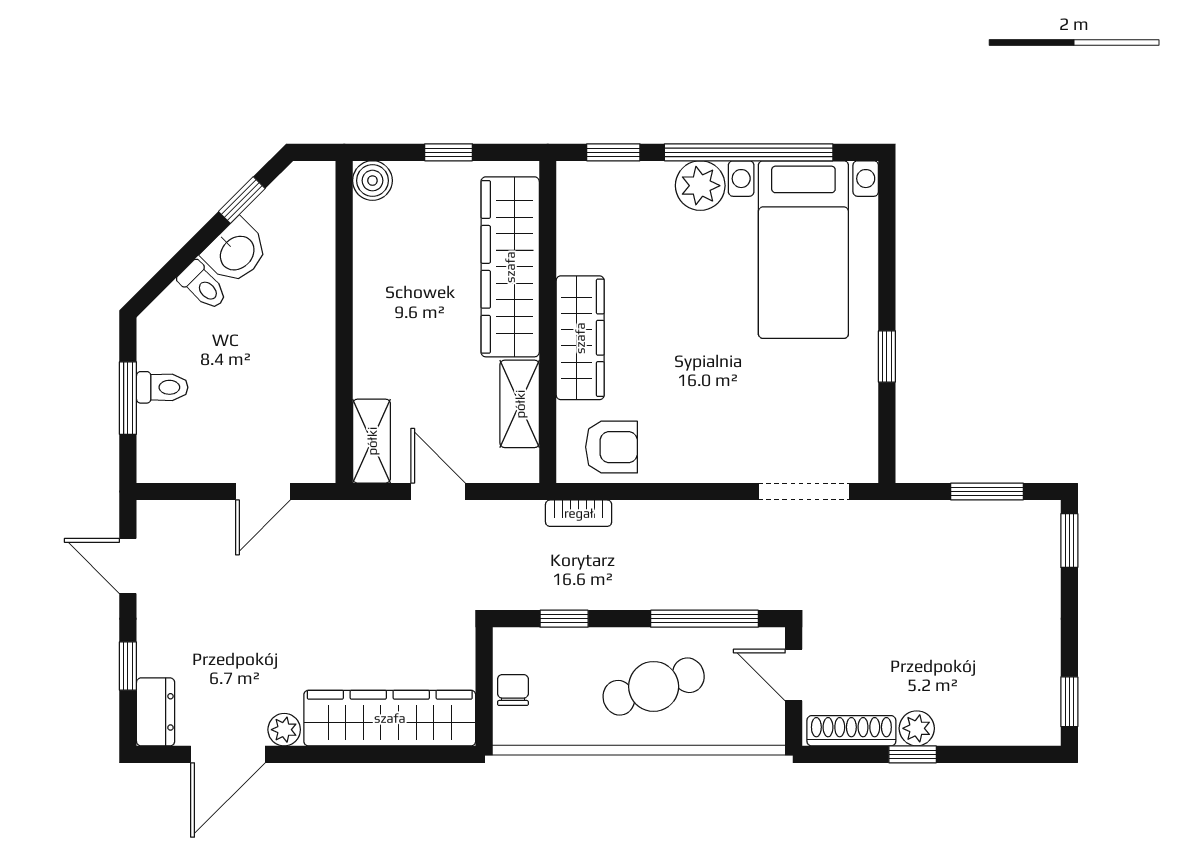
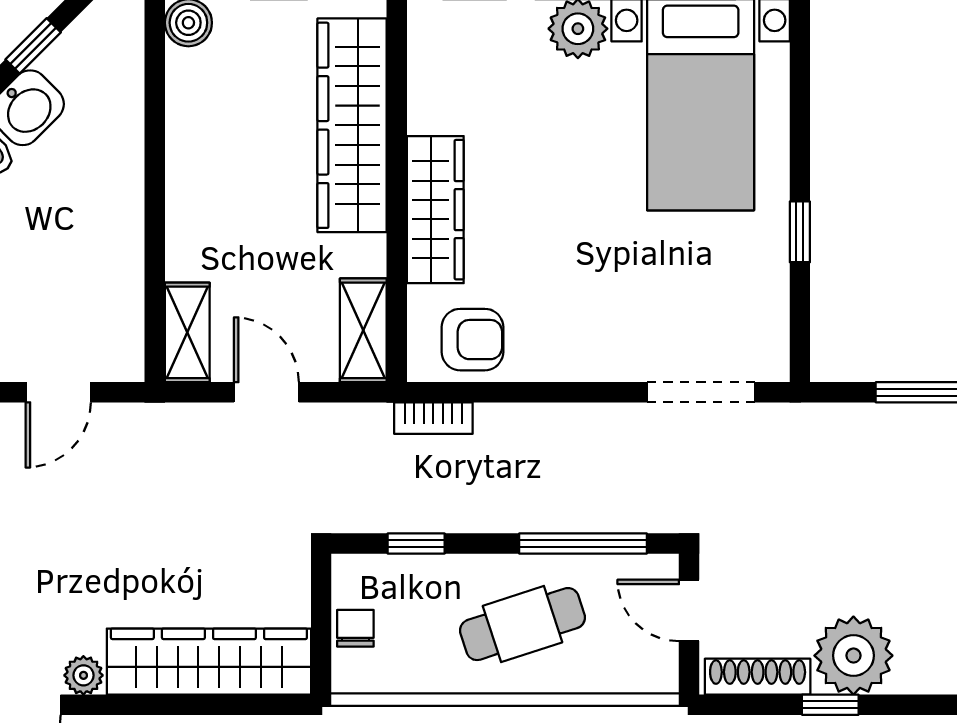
shelving: (520, 404) -> (363, 330), moved
plant: (917, 728) -> (853, 656), width x1.87, depth x1.87

